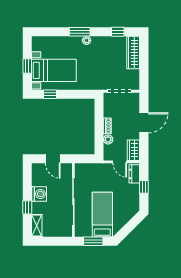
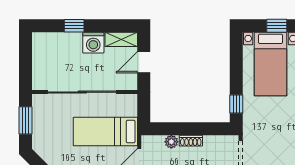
window: (50, 94) -> (236, 104), moved
bed: (102, 215) -> (105, 132), moved, turned 180
shelving: (37, 226) -> (121, 39), moved

